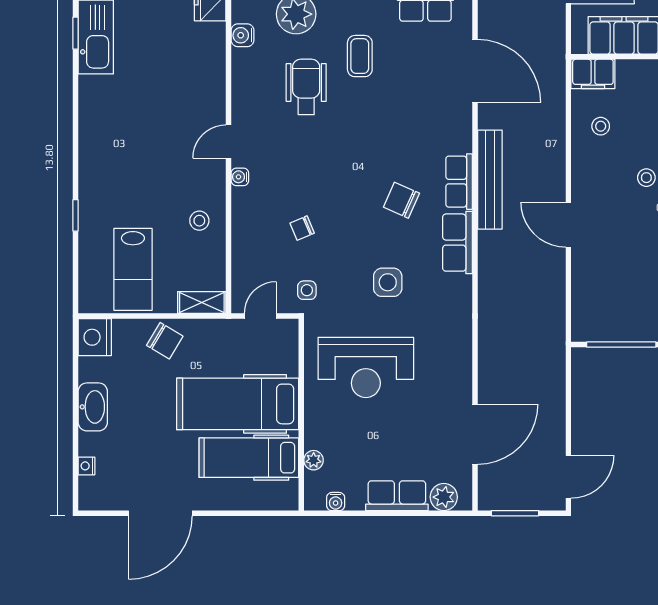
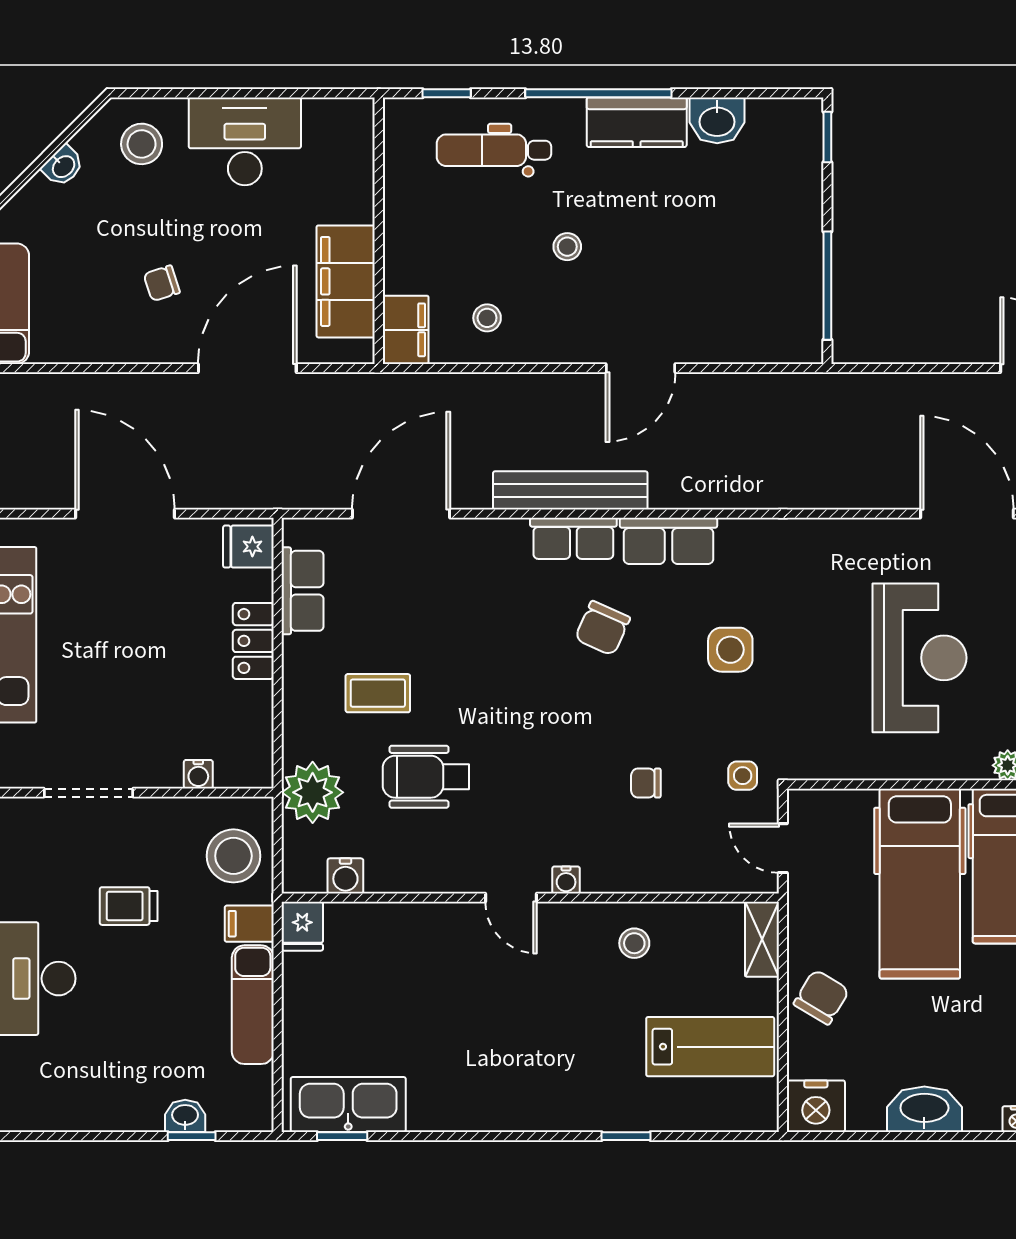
chair: (302, 228) -> (646, 783), turned 113
reception desk: (366, 367) -> (919, 658), moved

